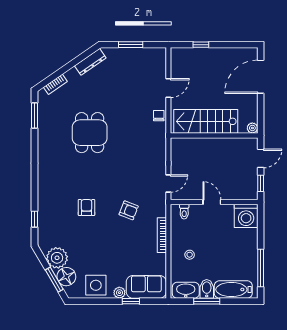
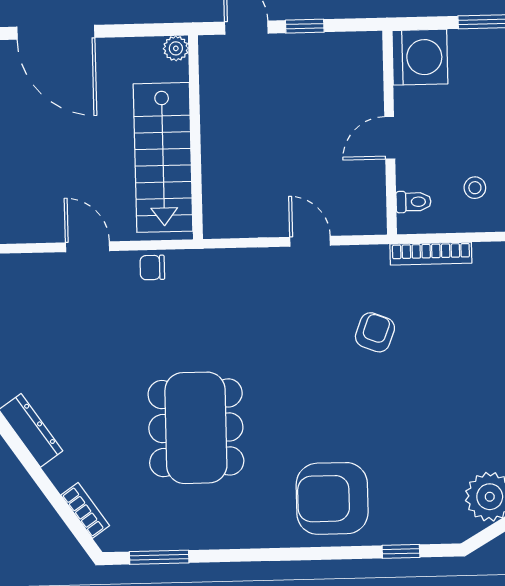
dining table: (90, 133) -> (196, 428), width x1.38
door: (212, 202) -> (390, 138), moved
wall: (214, 202) -> (390, 133), moved
armchair: (87, 208) -> (332, 498), moved, width x1.88, depth x1.88
toilet: (184, 212) -> (413, 202), moved
washing machine: (246, 216) -> (420, 57), moved

